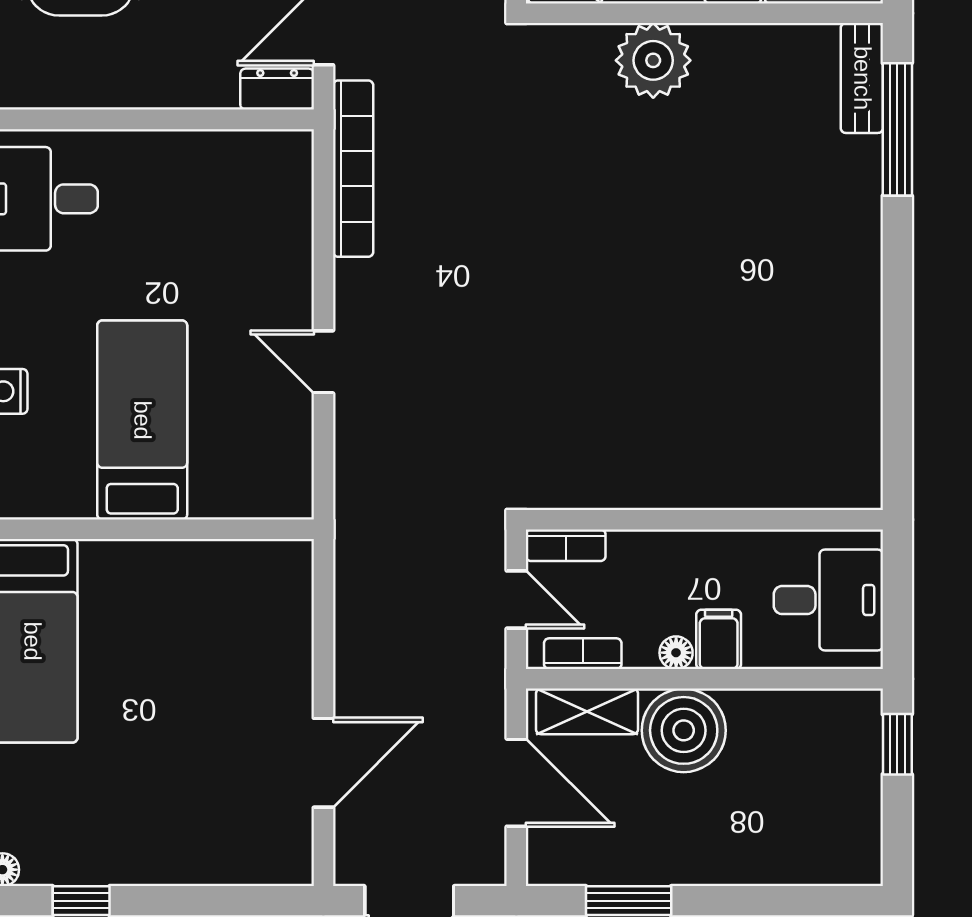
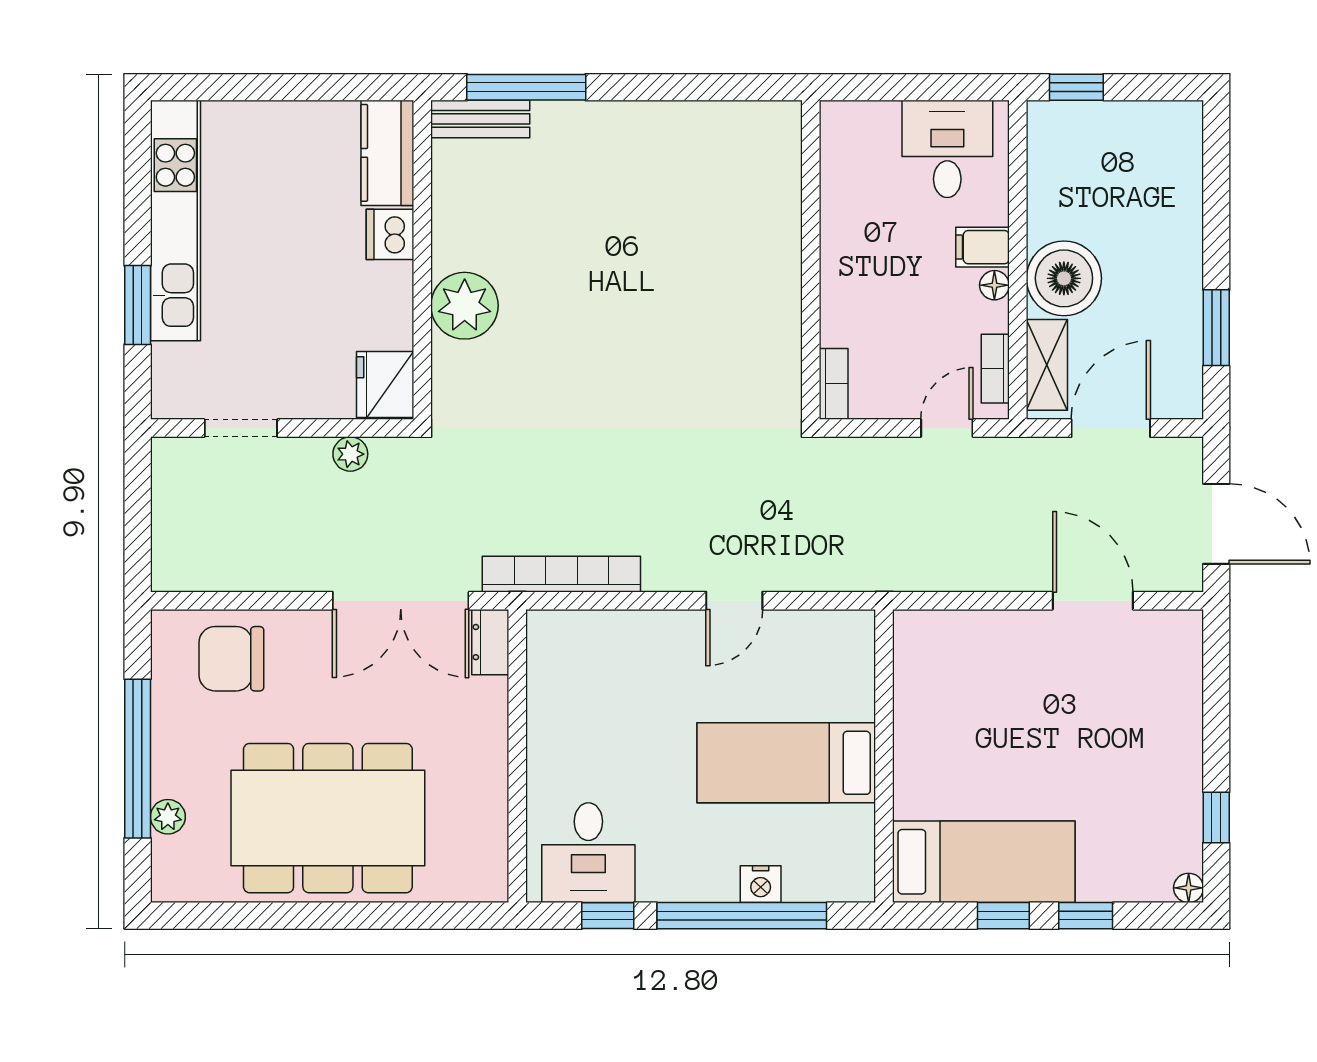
wall: (704, 520) -> (811, 260), moved
bookcase: (566, 545) -> (834, 384), moved

